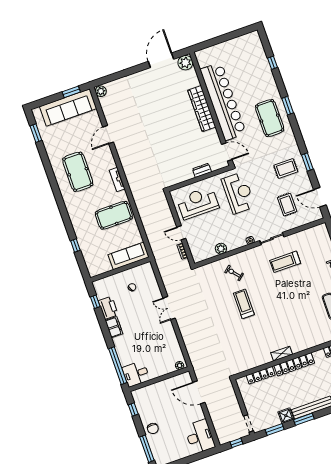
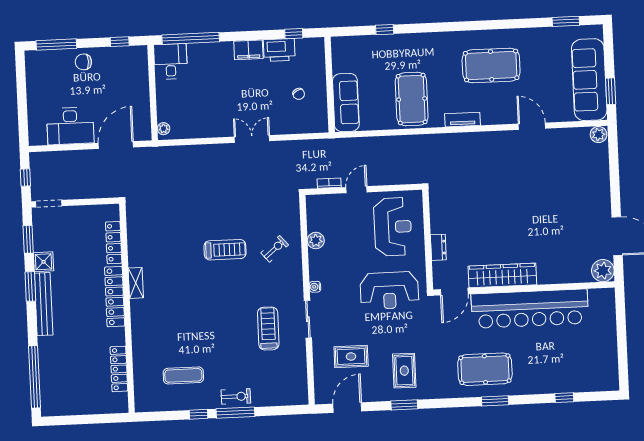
wardrobe: (202, 109) -> (502, 275), moved
desk: (200, 437) -> (70, 126), moved

